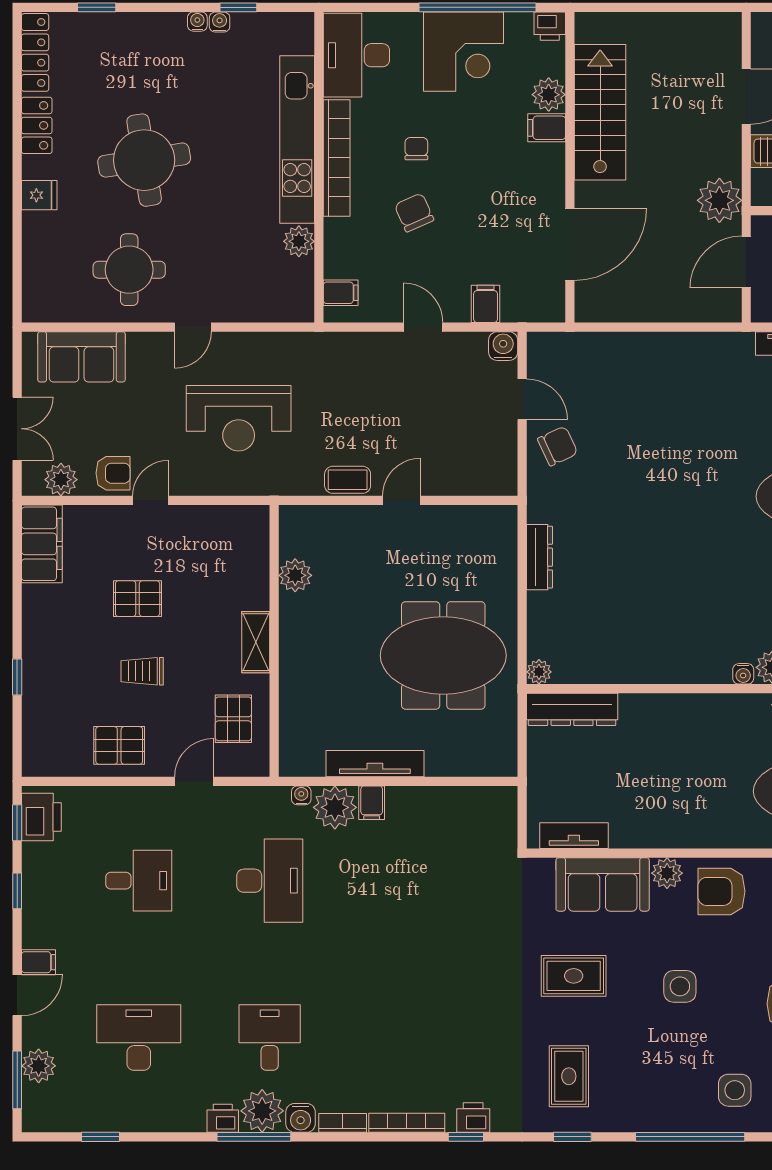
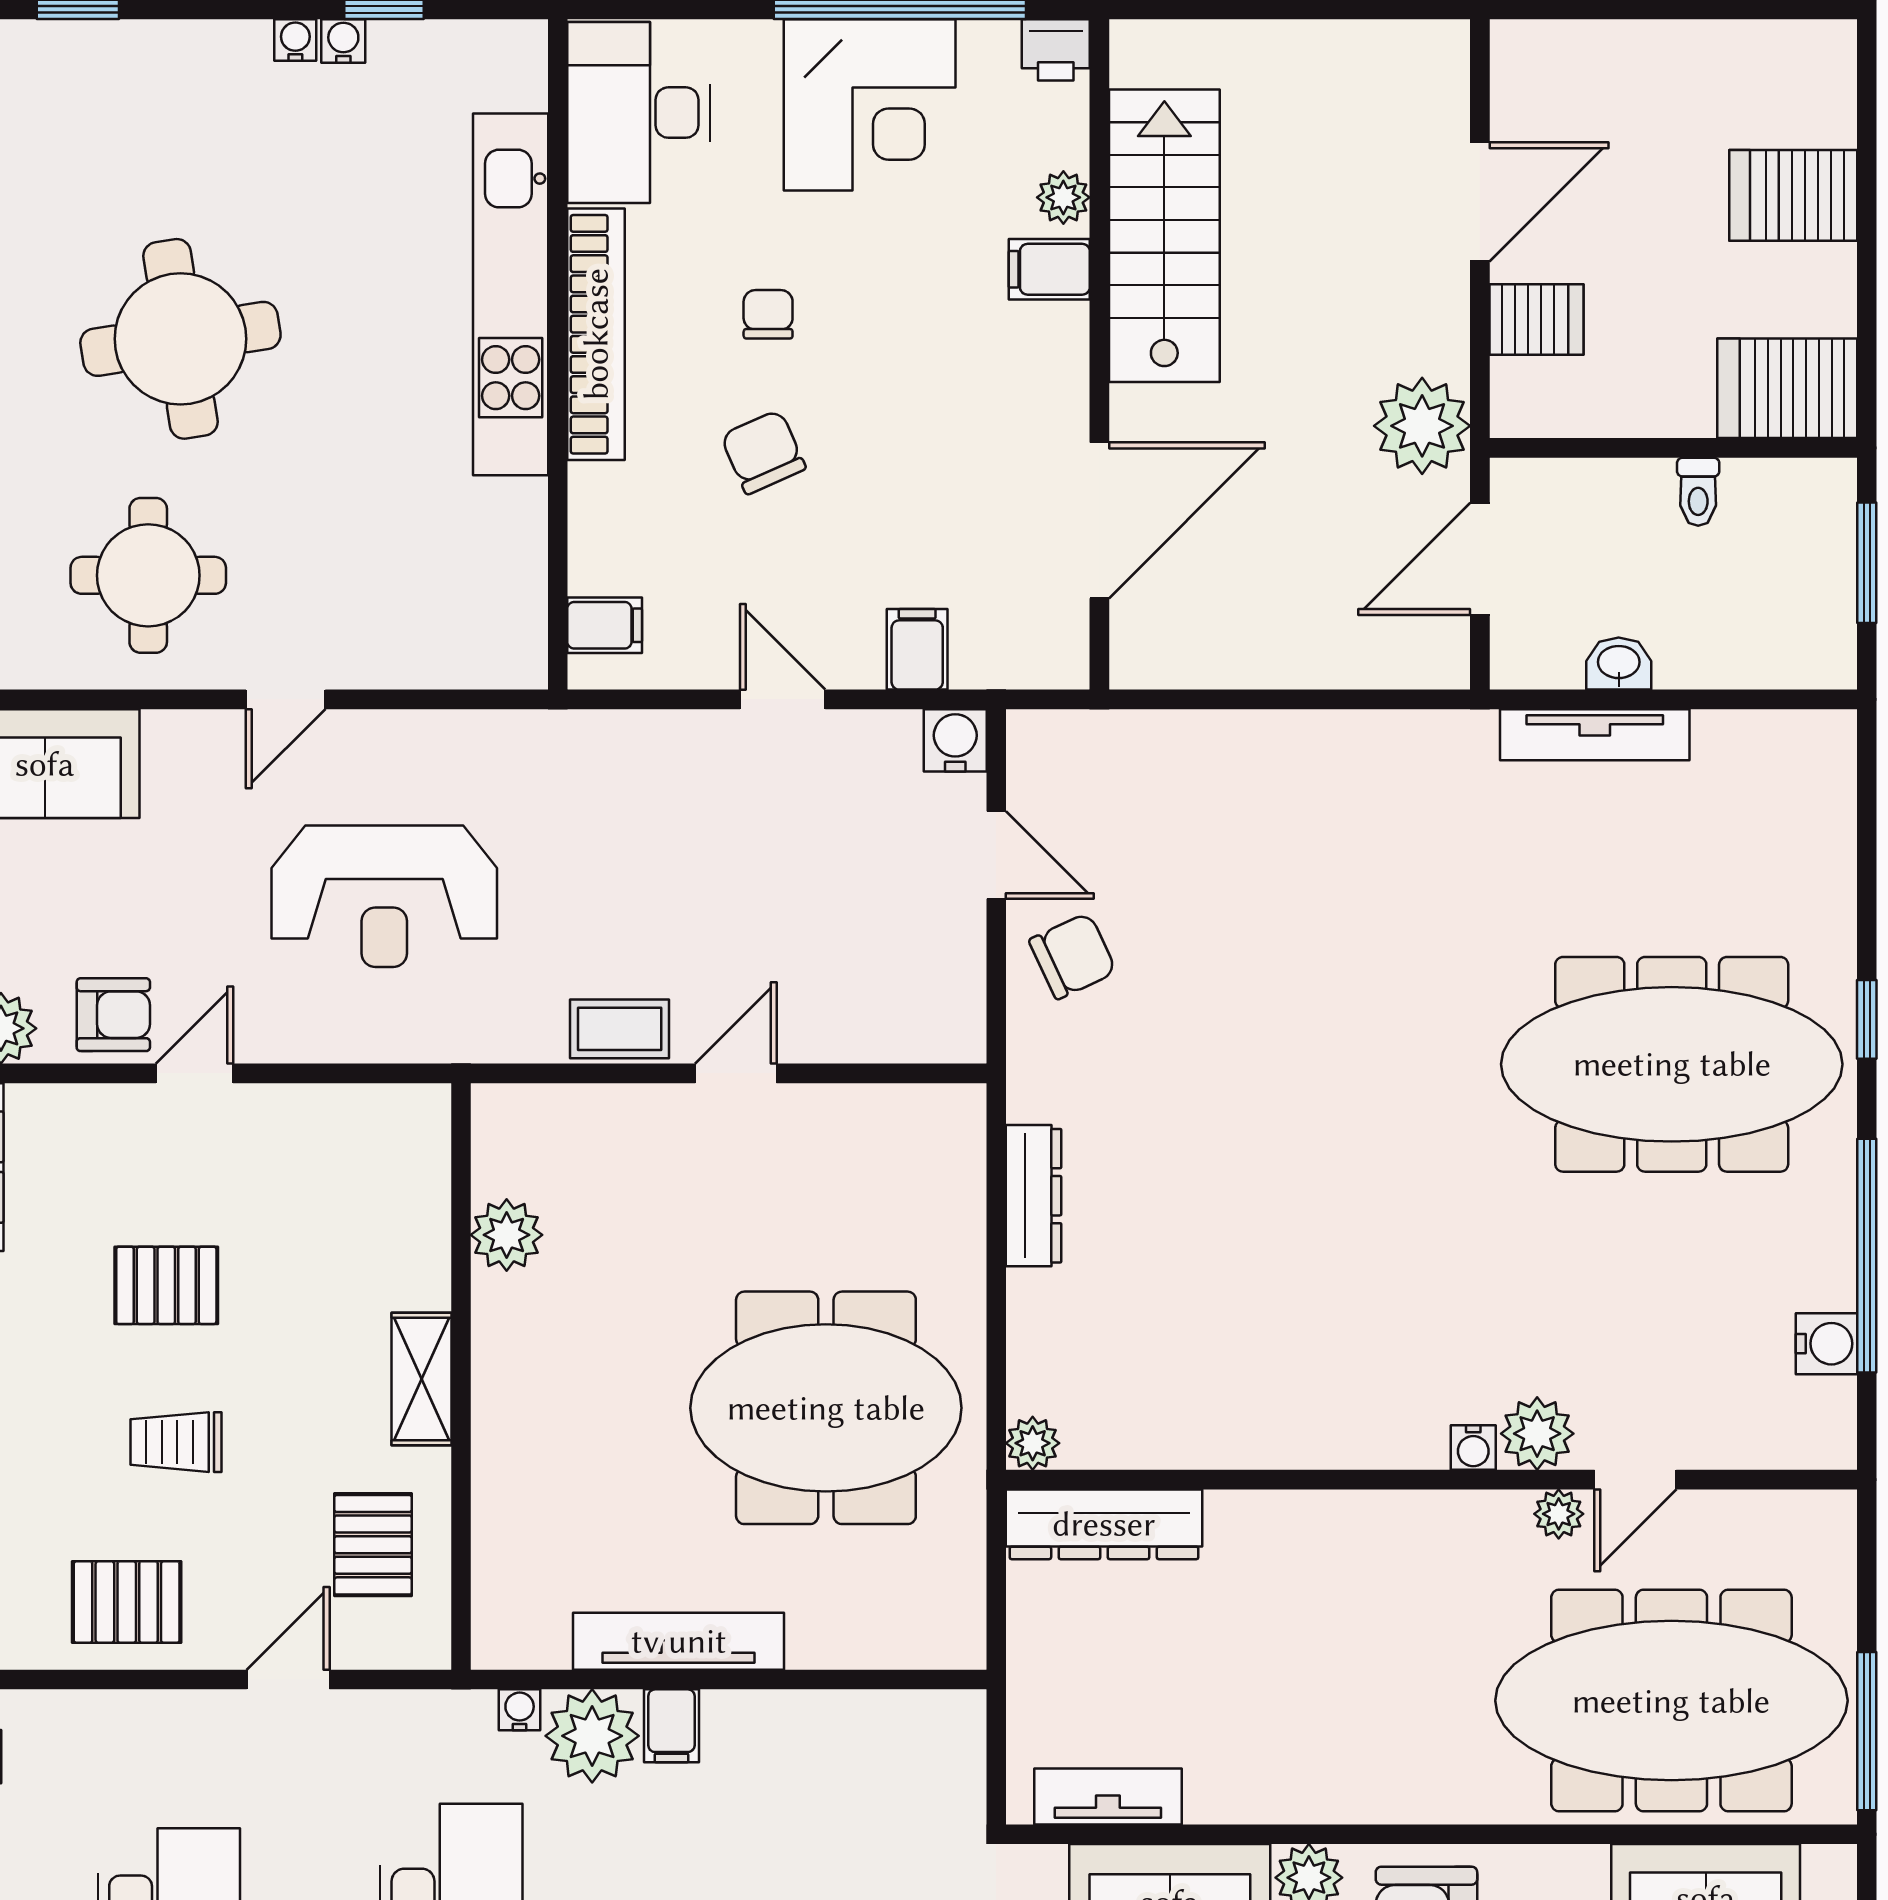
plant: (549, 95) -> (1063, 197), width x0.73, depth x0.73
plant: (299, 241) -> (514, 514), removed

